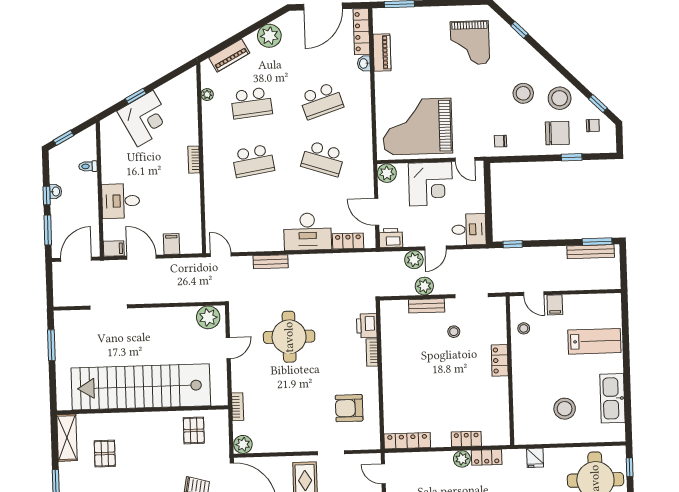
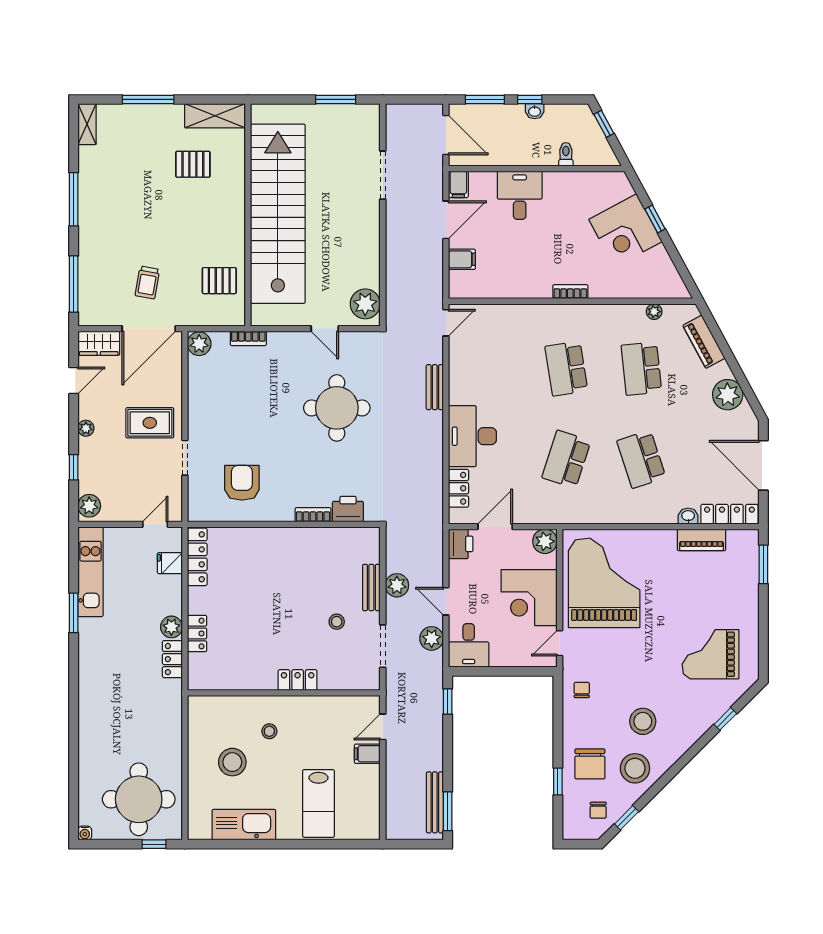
plant: (414, 260) -> (432, 638), moved
stool: (524, 328) -> (269, 731), moved
fridge: (535, 458) -> (170, 563), moved

